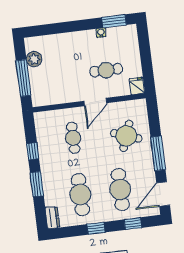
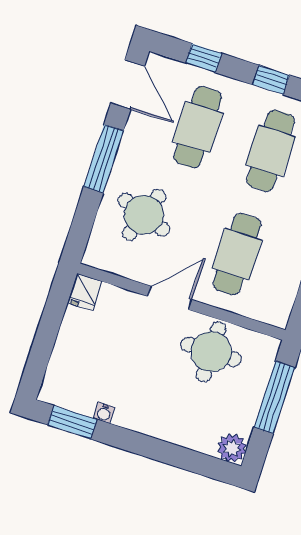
plant: (34, 59) -> (232, 448), moved
cafe table: (106, 70) -> (126, 344), removed
round table: (64, 86) -> (211, 352), added
cafe table: (73, 138) -> (237, 254), width x1.37, depth x1.35
door: (163, 194) -> (128, 85), hinge flipped

